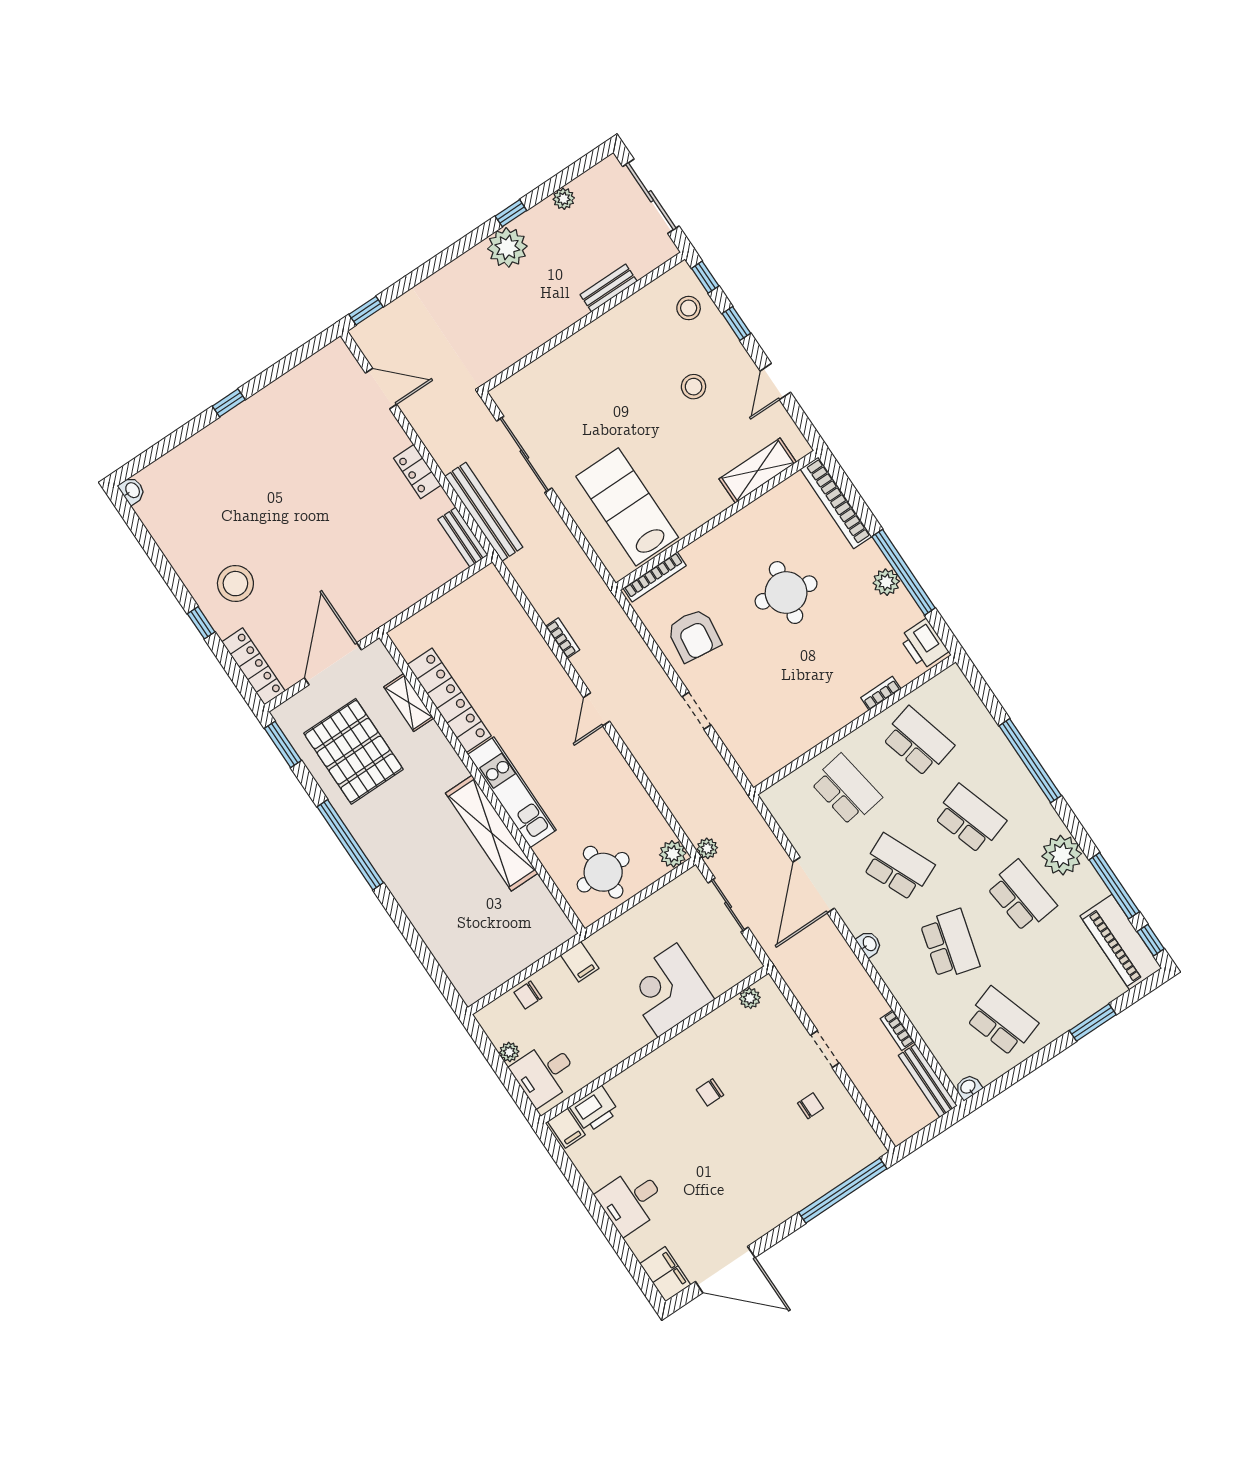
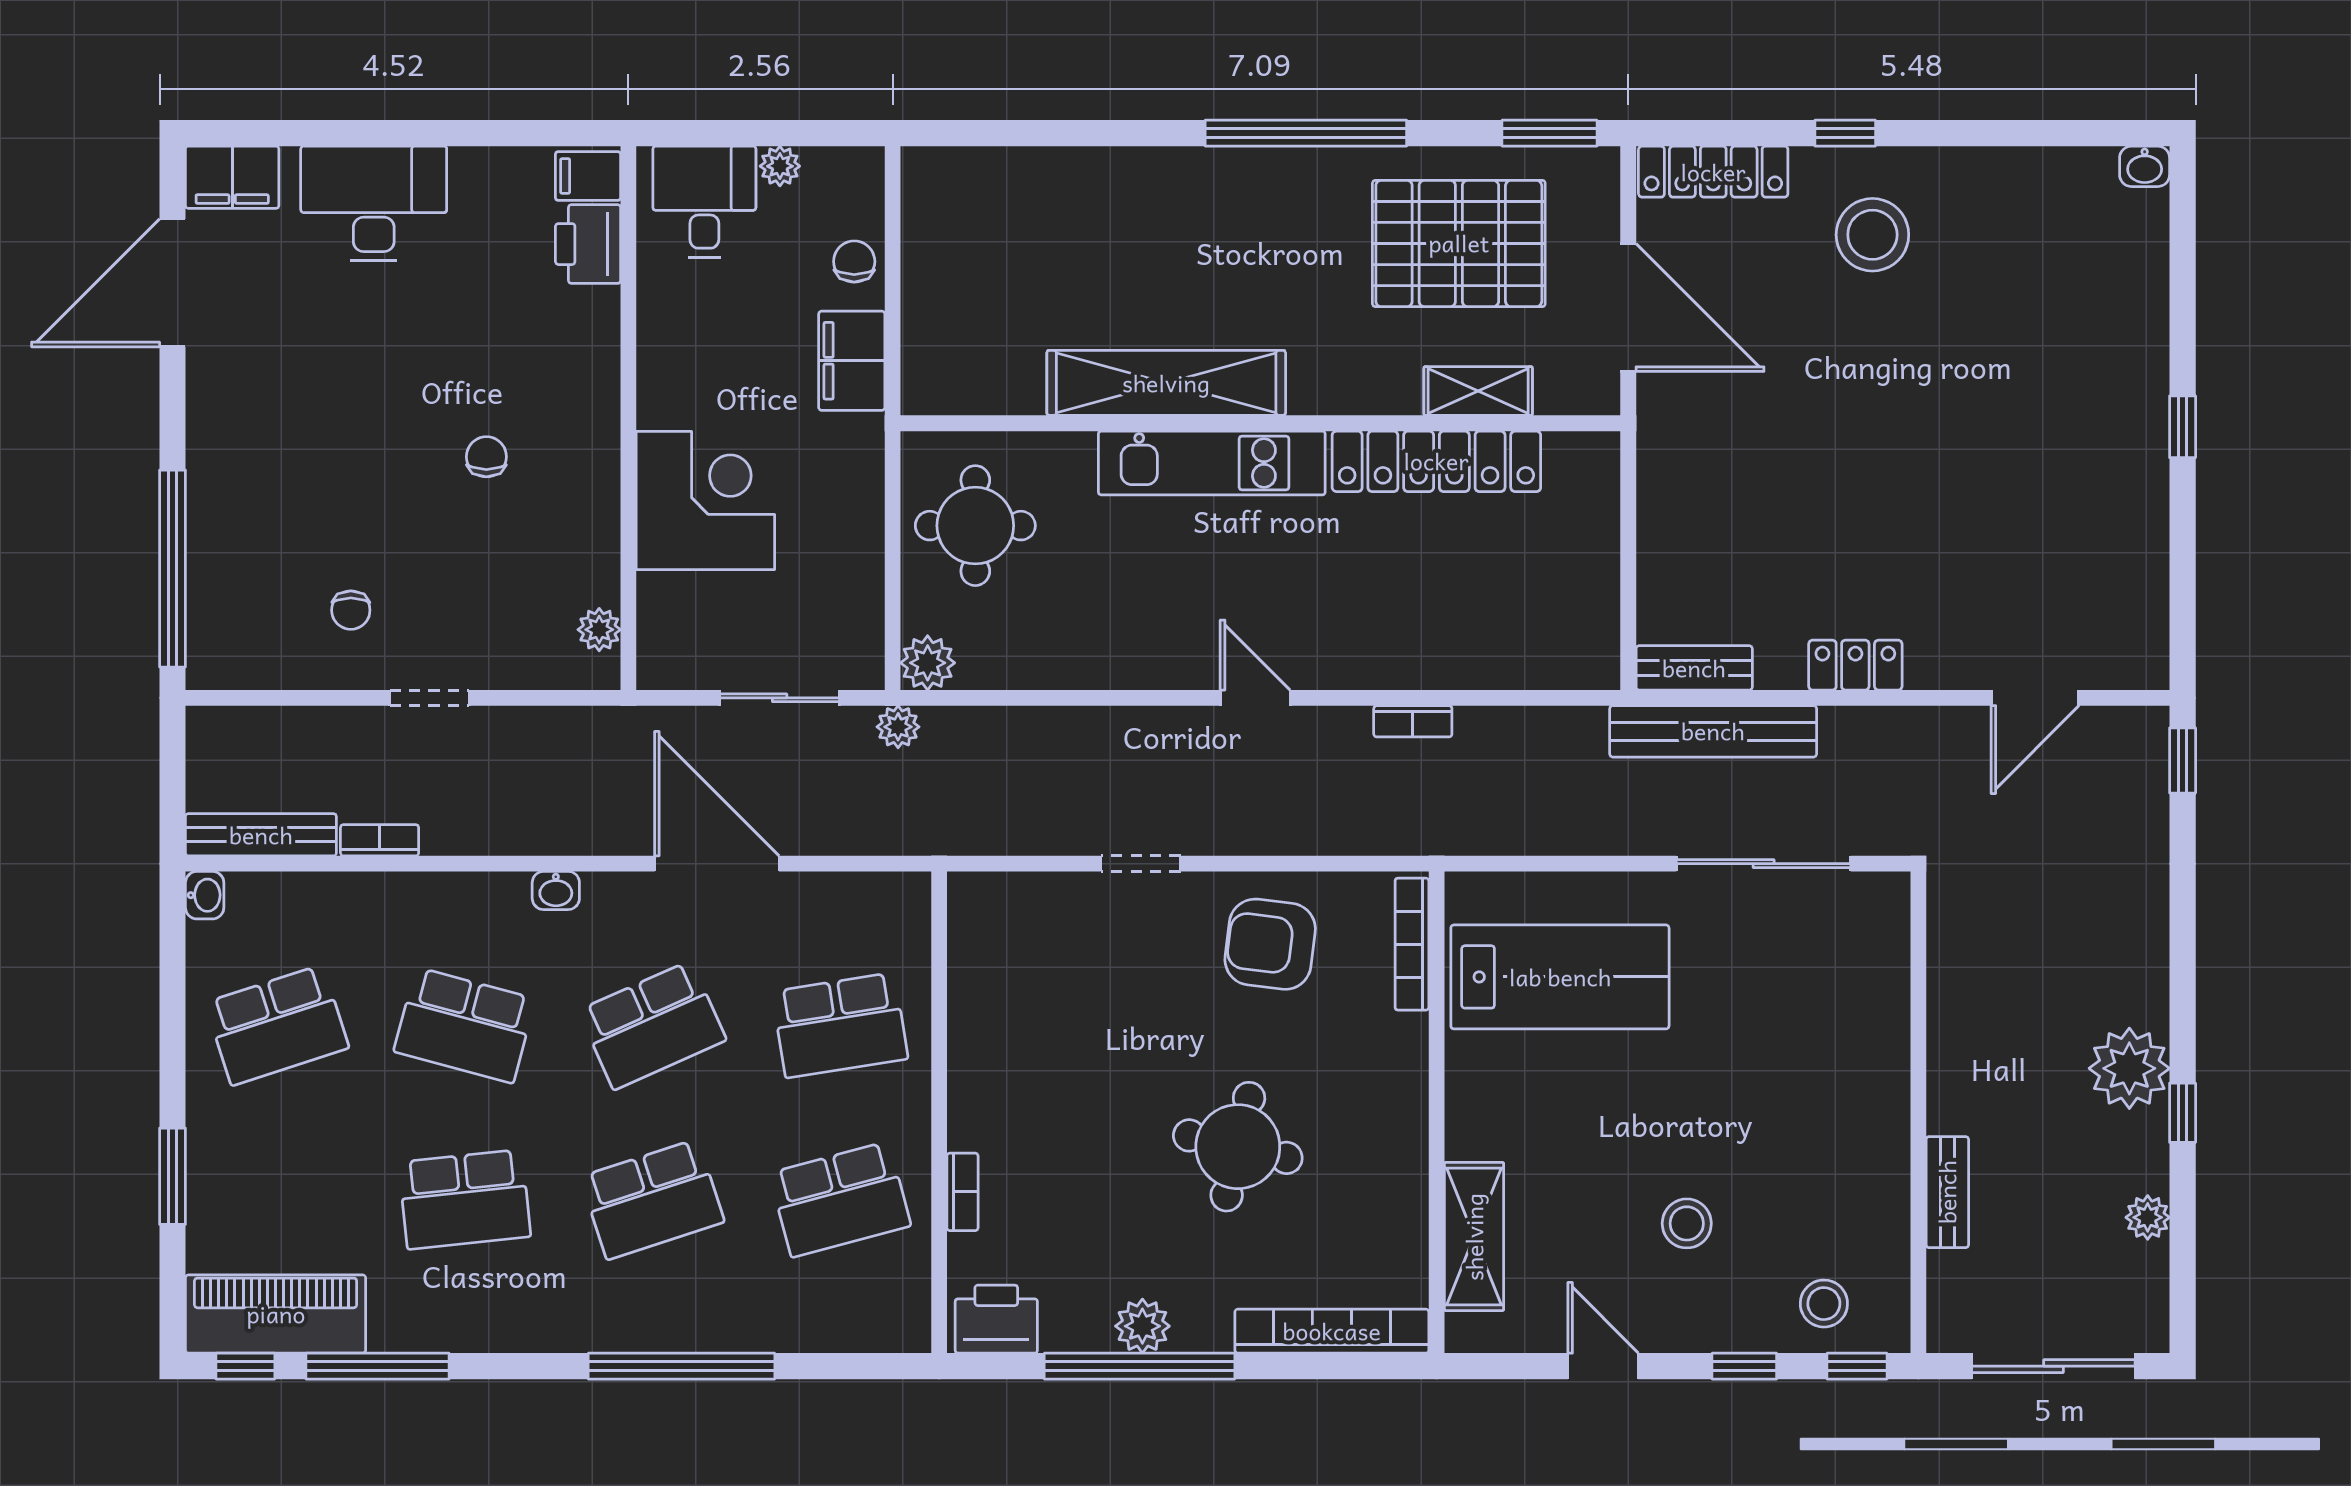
plant: (1062, 855) -> (488, 1313), removed
filing cabinet: (580, 962) -> (852, 361), width x2.00
desk: (631, 1201) -> (374, 203), width x1.37

